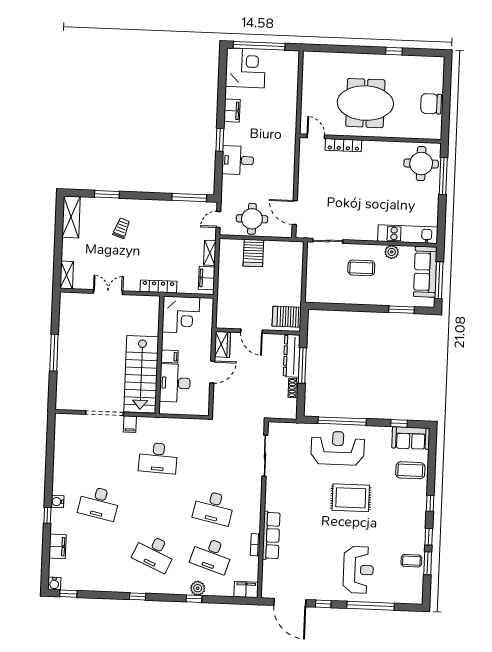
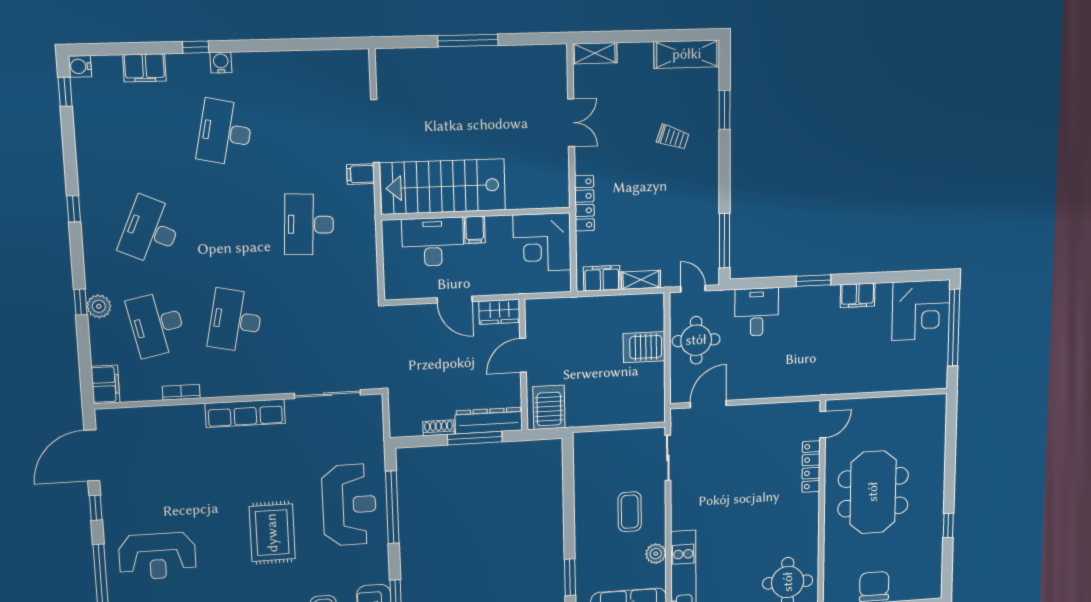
desk: (238, 160) -> (757, 312), moved
row of seats: (271, 535) -> (245, 413), moved
desk: (212, 555) -> (157, 324), turned -30

